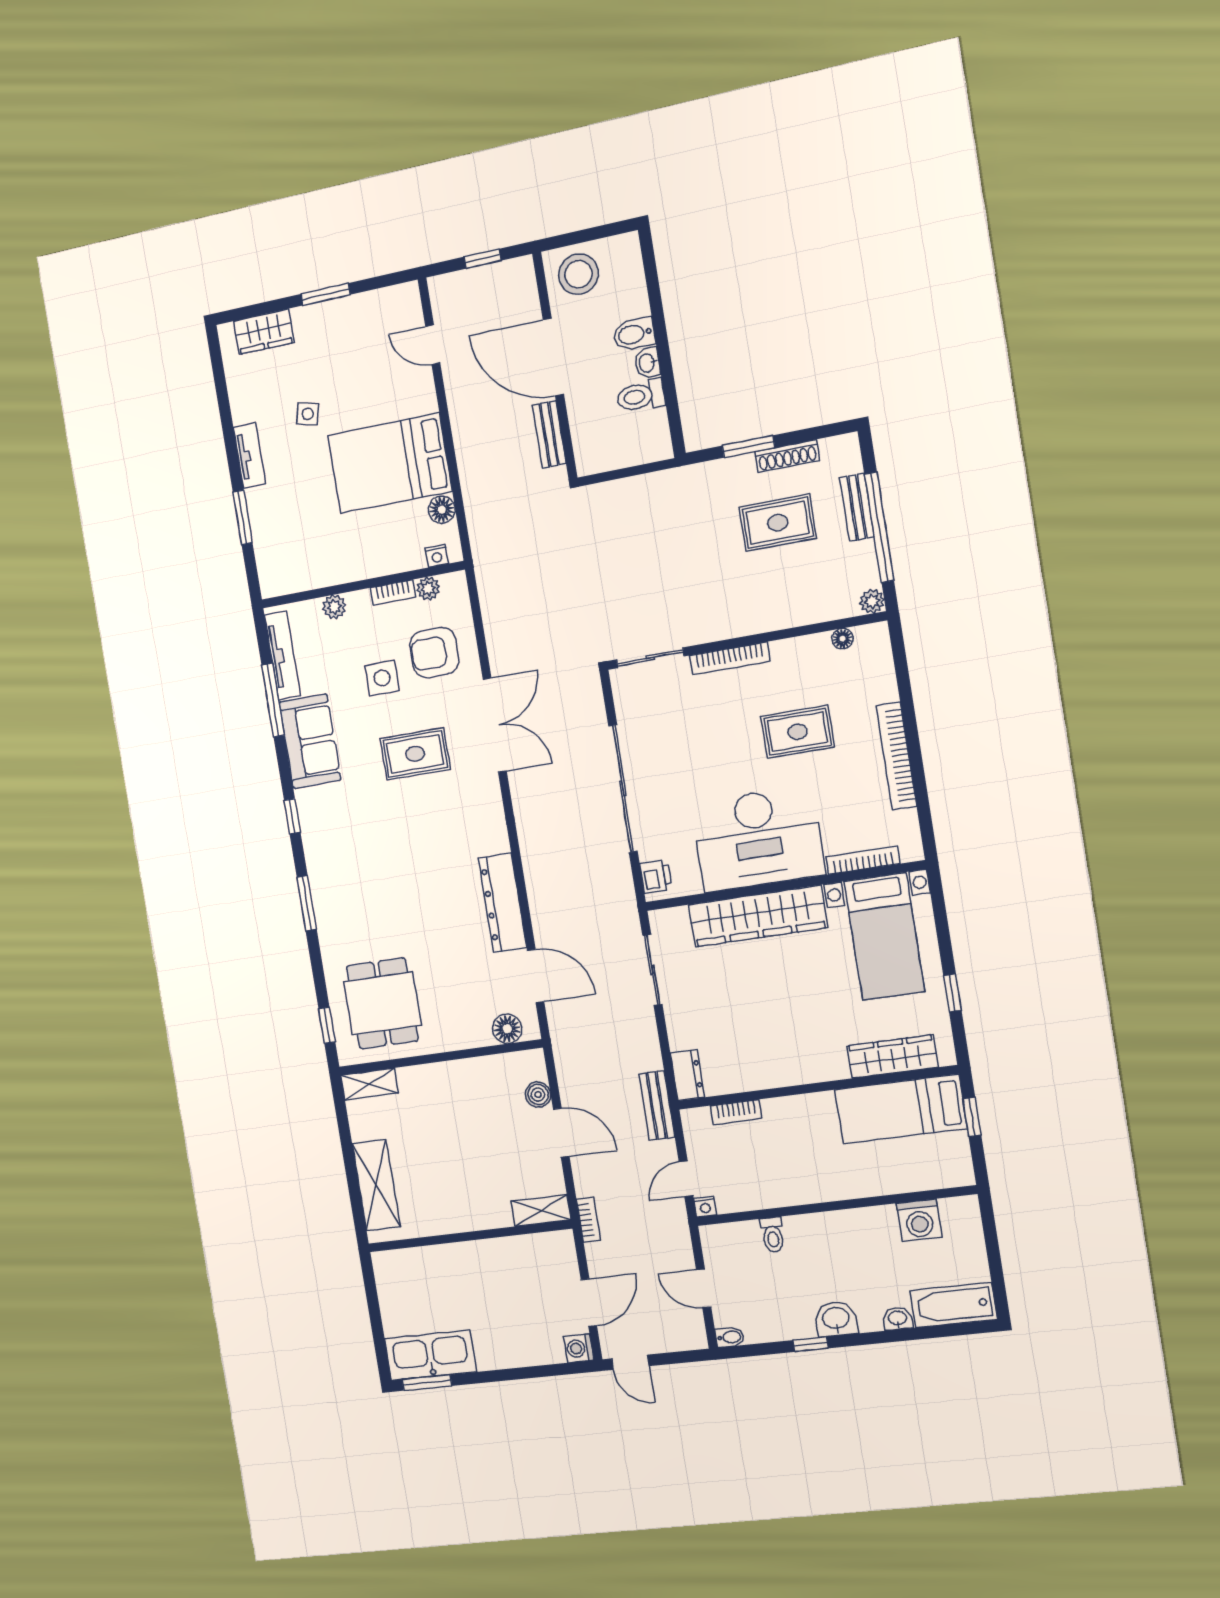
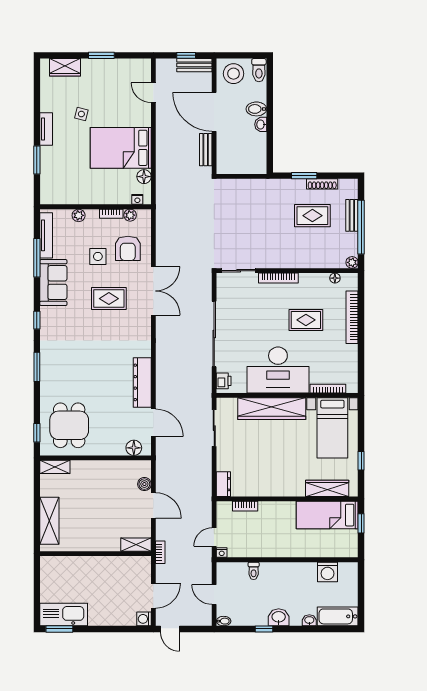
toilet: (641, 396) -> (259, 70), moved, turned -90
armchair: (434, 653) -> (128, 248), turned -90
bookcase: (896, 756) -> (352, 317), moved
bench: (657, 1106) -> (194, 65), moved, turned 90

